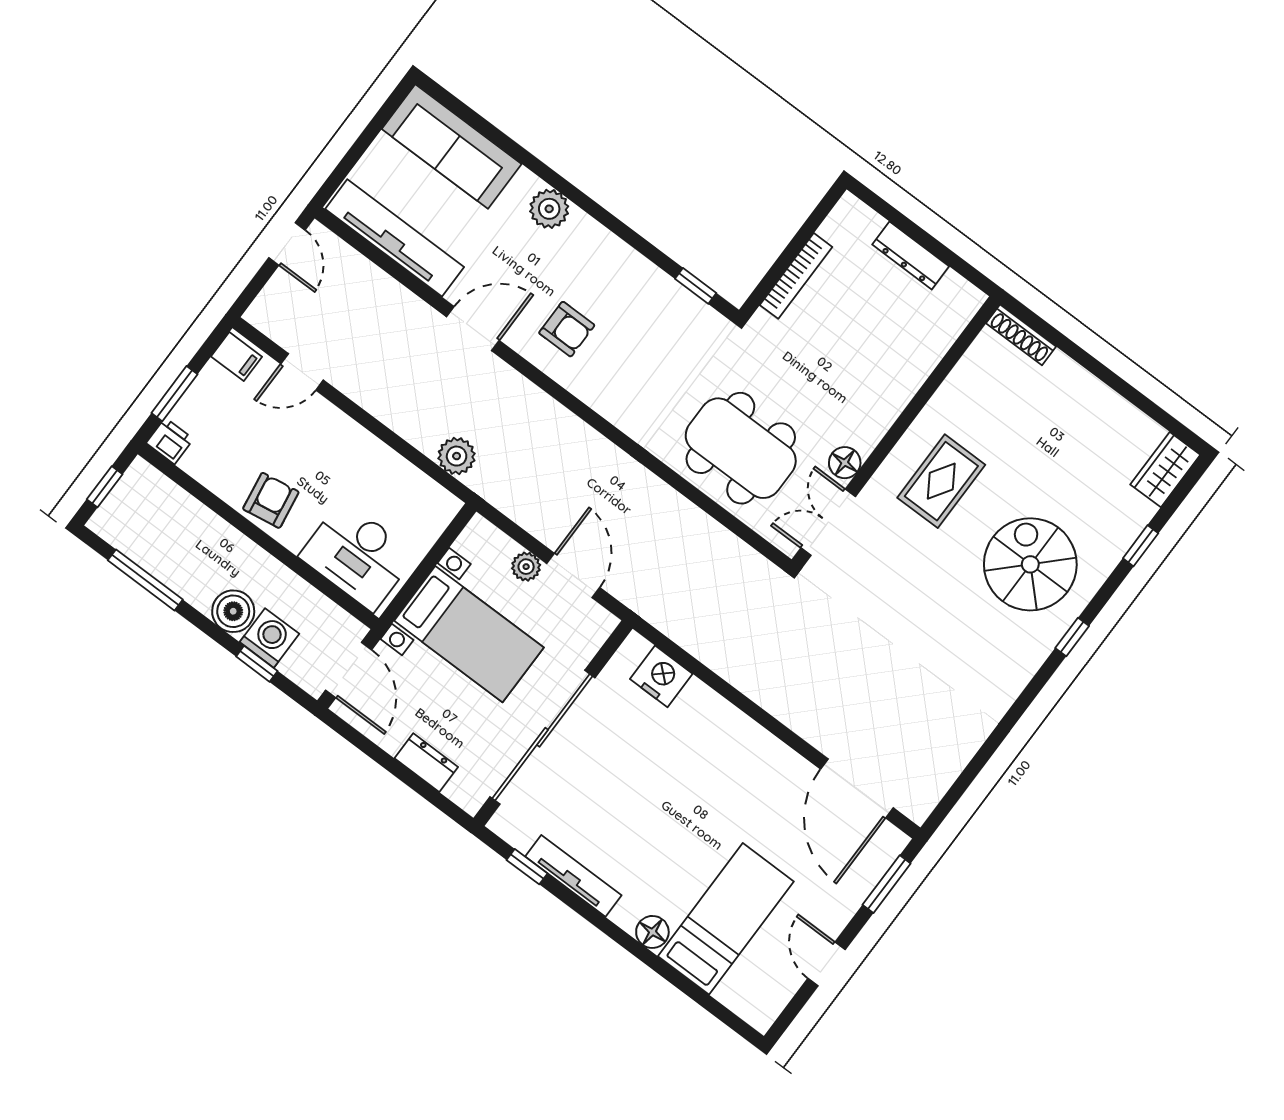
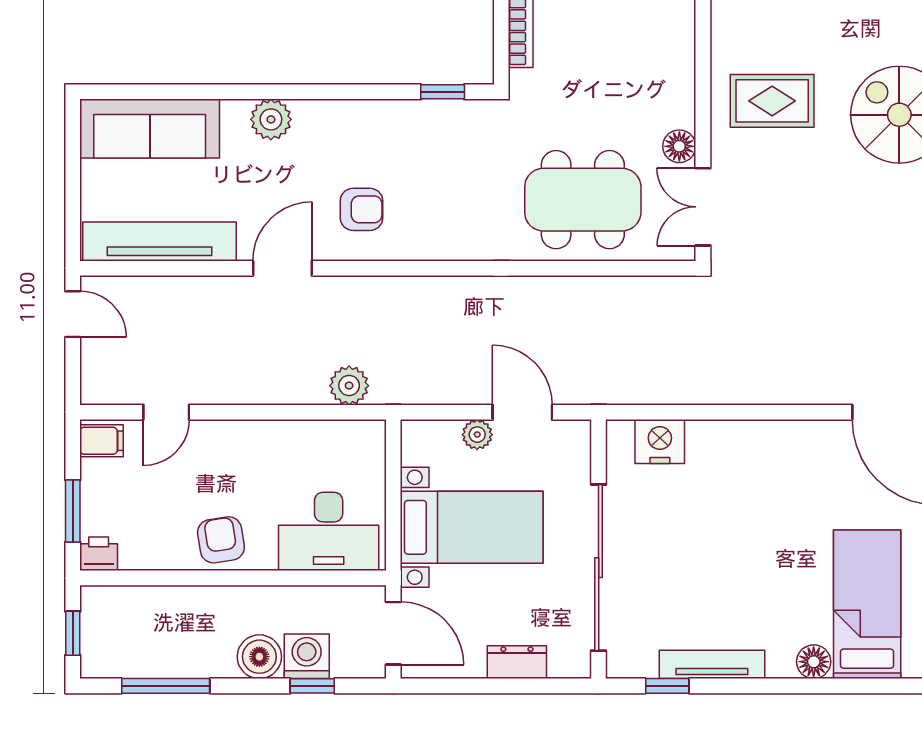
rug: (941, 481) -> (772, 101), turned 90

